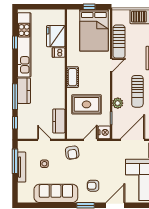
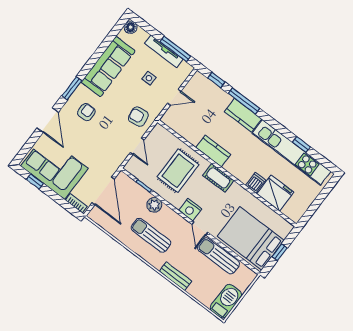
kitchen counter: (59, 121) -> (213, 151), moved
nightstand: (104, 132) -> (190, 210), moved
floor lamp: (22, 198) -> (131, 27), added

